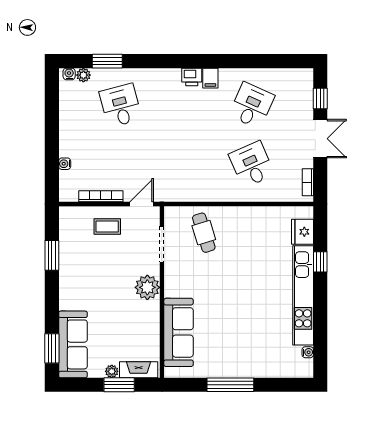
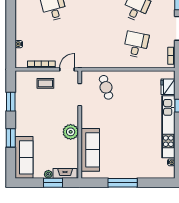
desk: (252, 164) -> (136, 45), turned 36
plant: (147, 287) -> (71, 132), moved
window: (52, 348) -> (11, 138), moved

